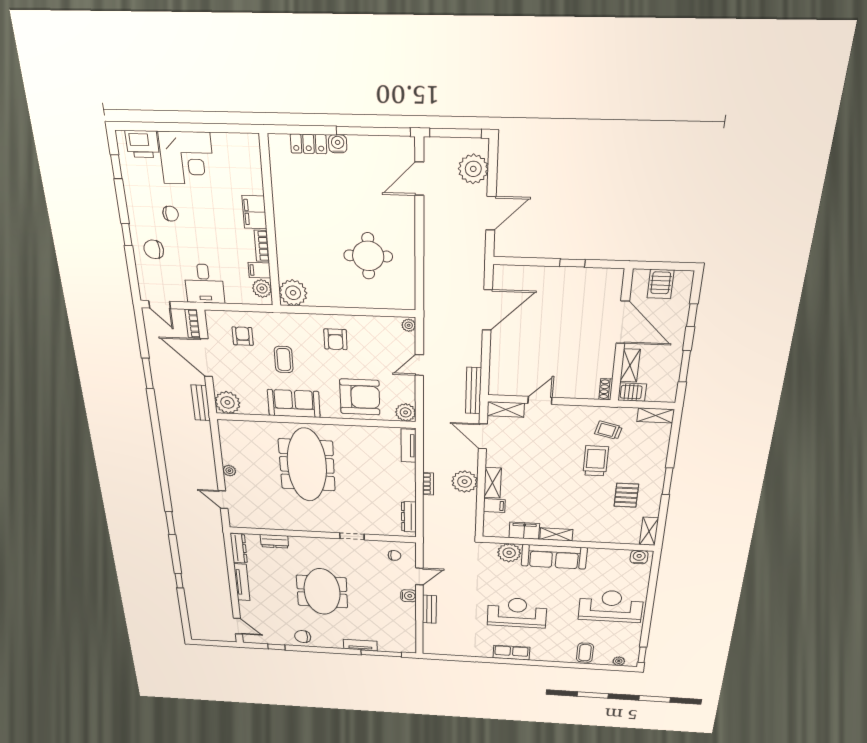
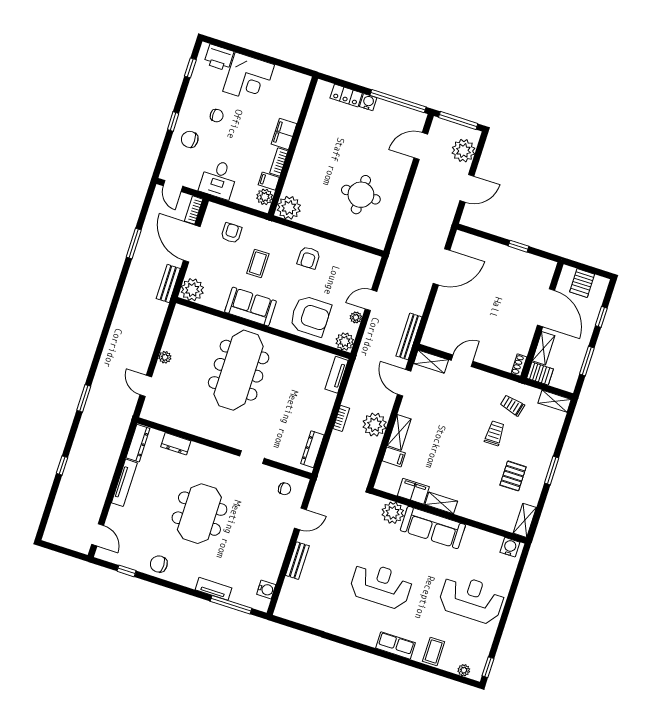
plant: (409, 325) -> (356, 317), moved
trolley: (596, 461) -> (495, 433), width x0.73, depth x0.72
water cooler: (409, 596) -> (266, 589), moved
row of seats: (511, 653) -> (396, 645), moved

